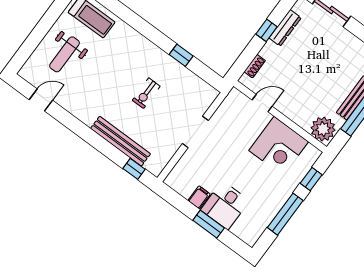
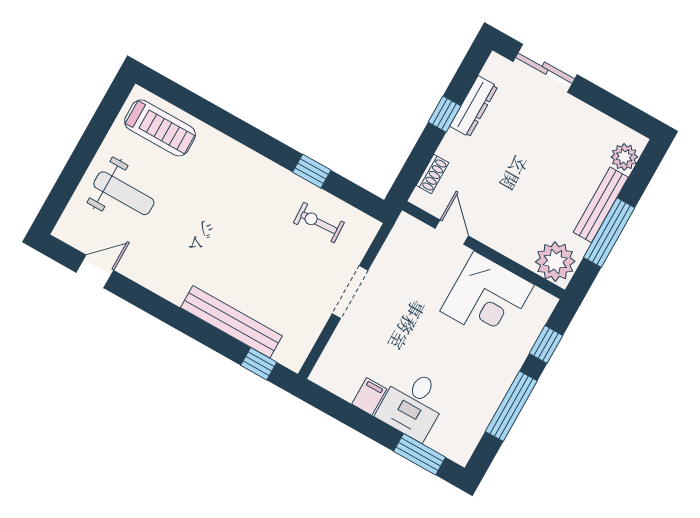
weight bench: (65, 54) -> (124, 193), turned -90
exercise bike: (146, 93) -> (319, 223), moved, turned 87
door: (262, 103) -> (452, 232), hinge flipped
window: (209, 224) -> (420, 454), moved

